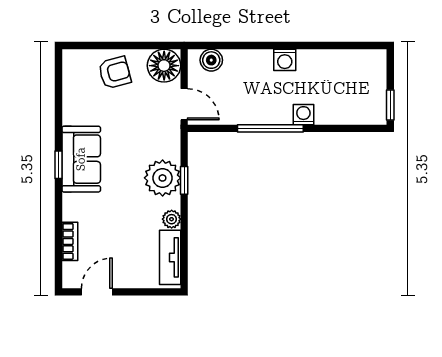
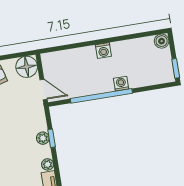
boiler: (211, 60) -> (162, 41), moved
window: (270, 128) -> (101, 96), width x1.46
plant: (163, 178) -> (43, 138), width x0.53, depth x0.53

